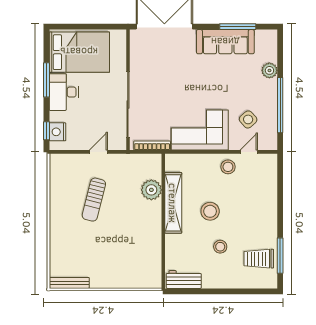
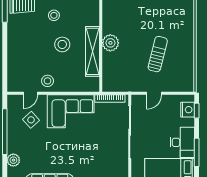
plant: (151, 190) -> (110, 43), moved

